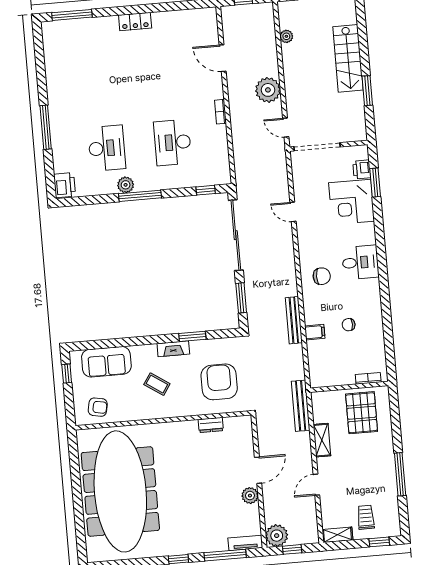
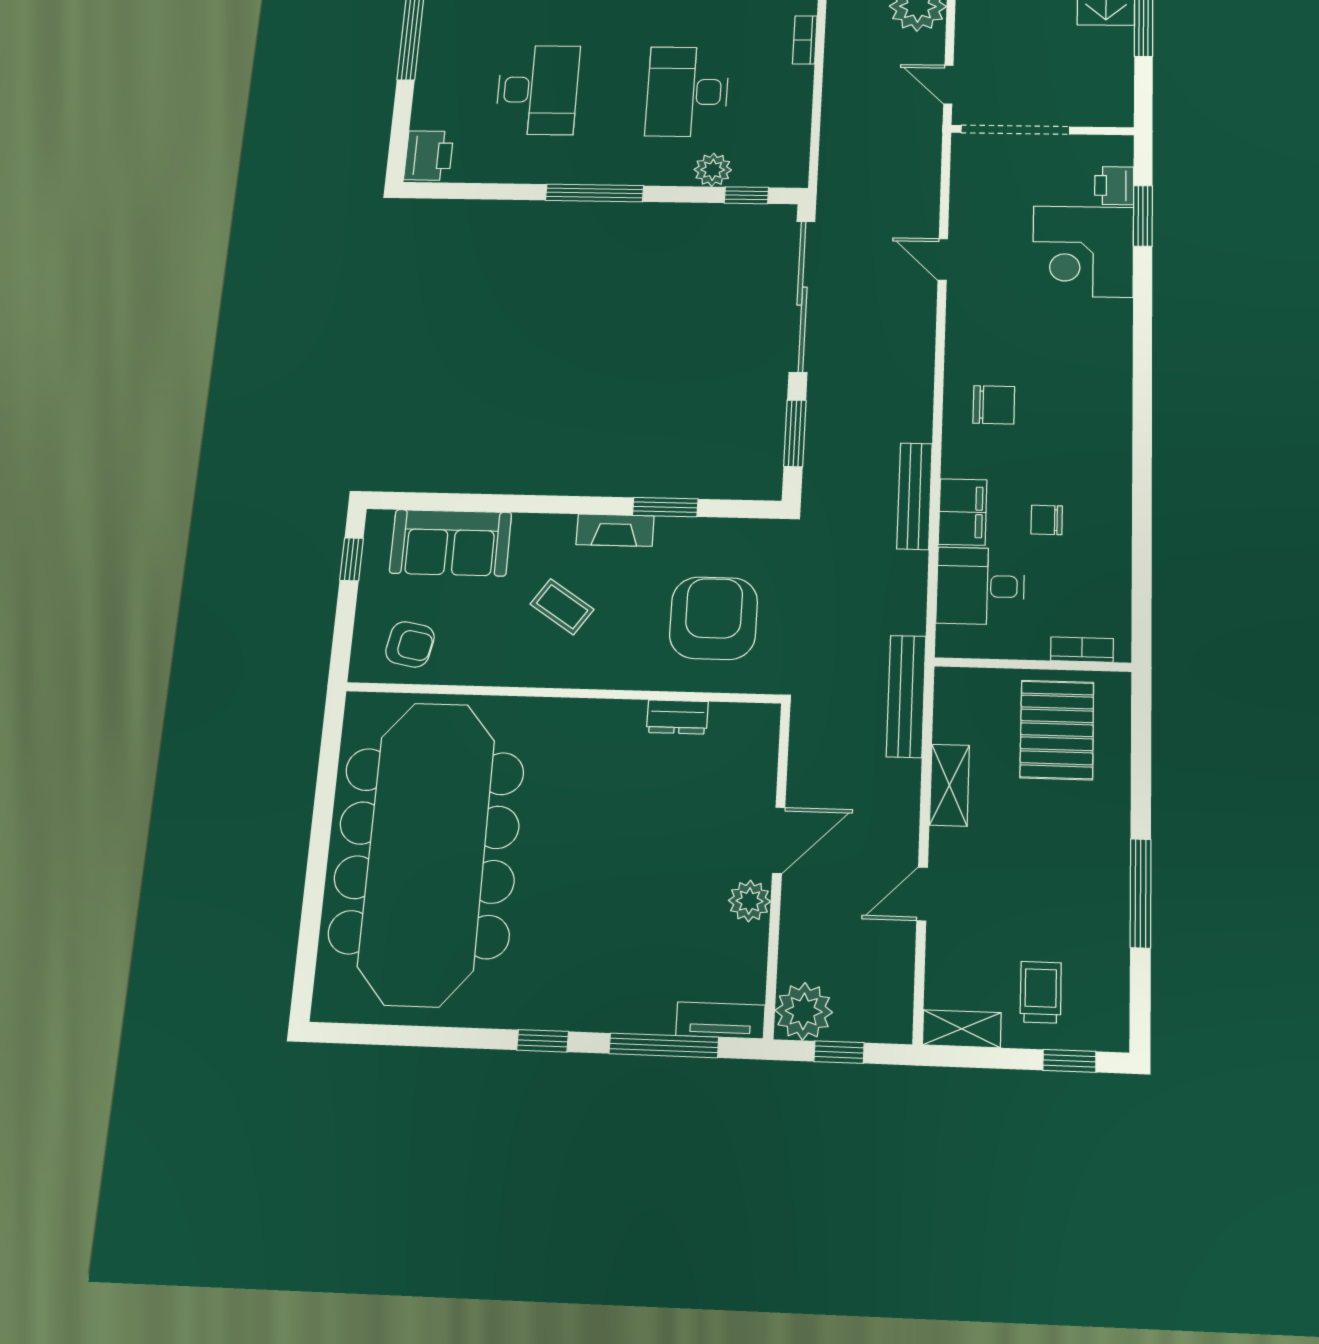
plant: (126, 185) -> (713, 170), moved
desk: (360, 262) -> (980, 586), moved, turned 180
filing cabinet: (315, 332) -> (963, 512), width x2.00

